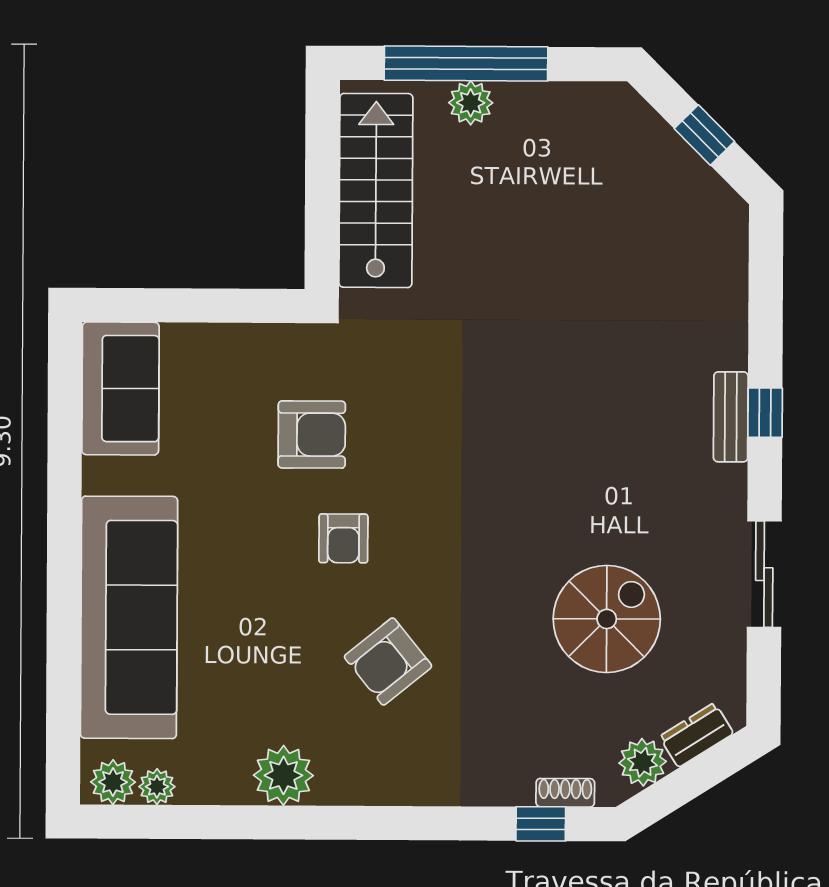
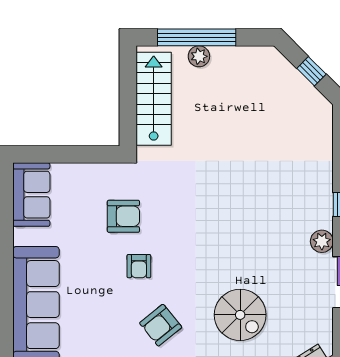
bench: (731, 417) -> (325, 207), removed
plant: (724, 489) -> (322, 241), added
spiral stairs: (607, 619) -> (240, 315), moved, turned 90

